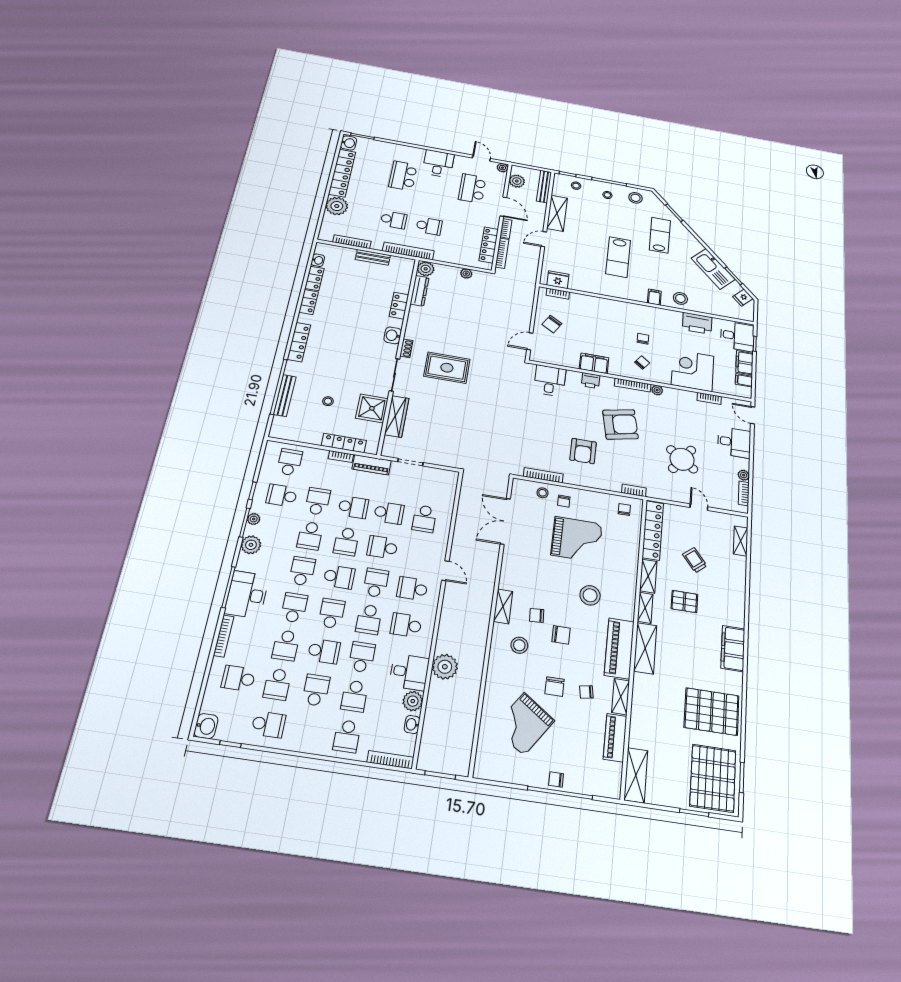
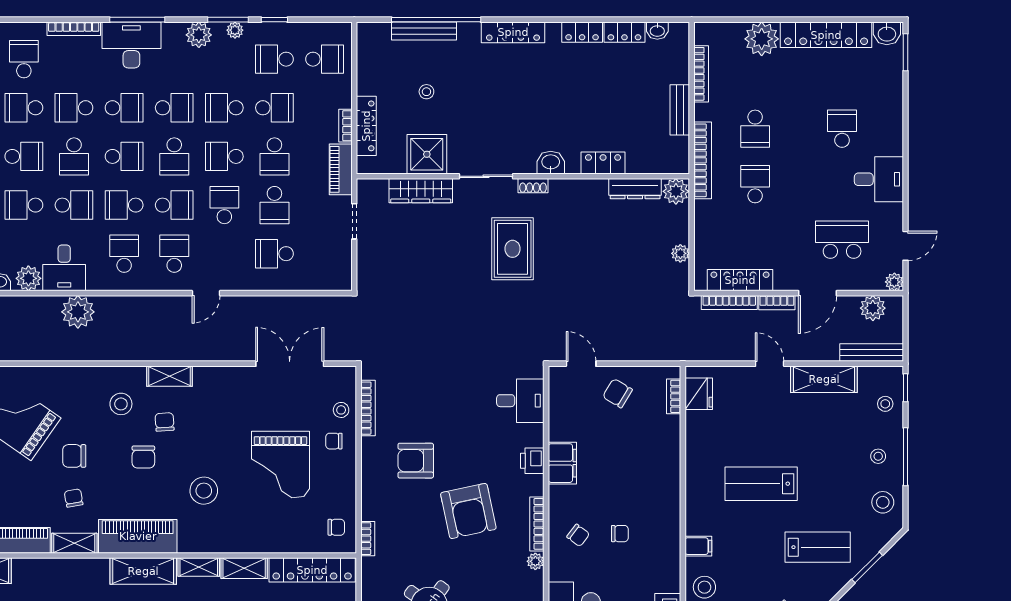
school desk: (403, 176) -> (842, 129), width x0.54
school desk: (429, 226) -> (755, 184), turned 180
school desk: (282, 495) -> (274, 59), turned -90

